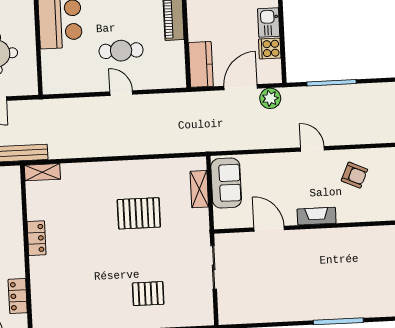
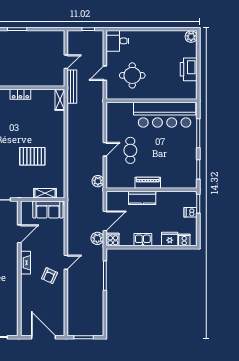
cooker: (270, 48) -> (113, 240), moved
kitchen counter: (201, 64) -> (142, 198), moved
door: (241, 87) -> (105, 221), hinge flipped
plant: (175, 102) -> (98, 181), added
armchair: (354, 175) -> (49, 276), moved
pallet: (139, 213) -> (32, 156), turned 90

